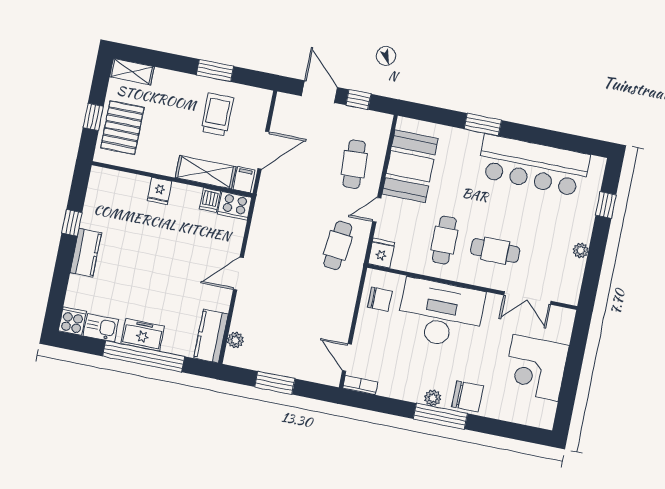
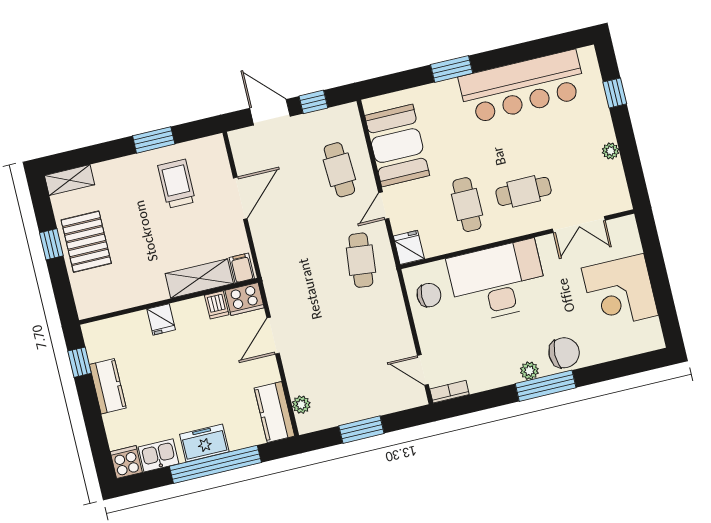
shelving: (206, 172) -> (199, 278), moved
wall: (172, 179) -> (168, 301), moved
filing cabinet: (244, 180) -> (242, 268), moved
fridge: (159, 191) -> (161, 319), moved
dishwasher: (210, 200) -> (217, 305), moved
cooker: (235, 206) -> (245, 299), moved

